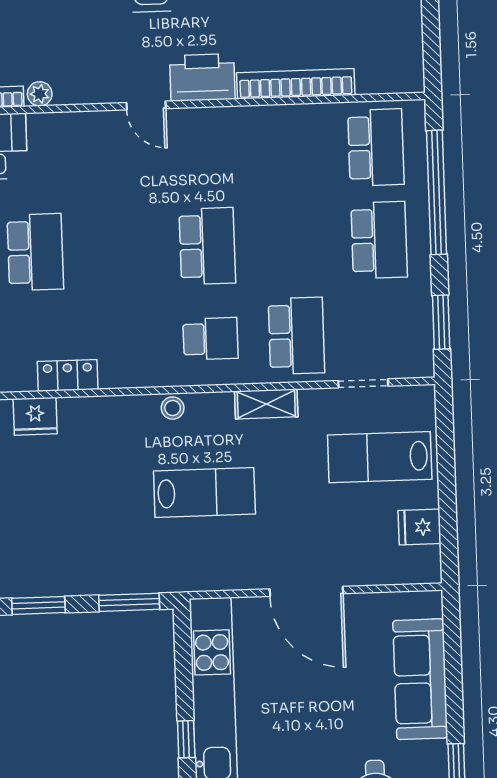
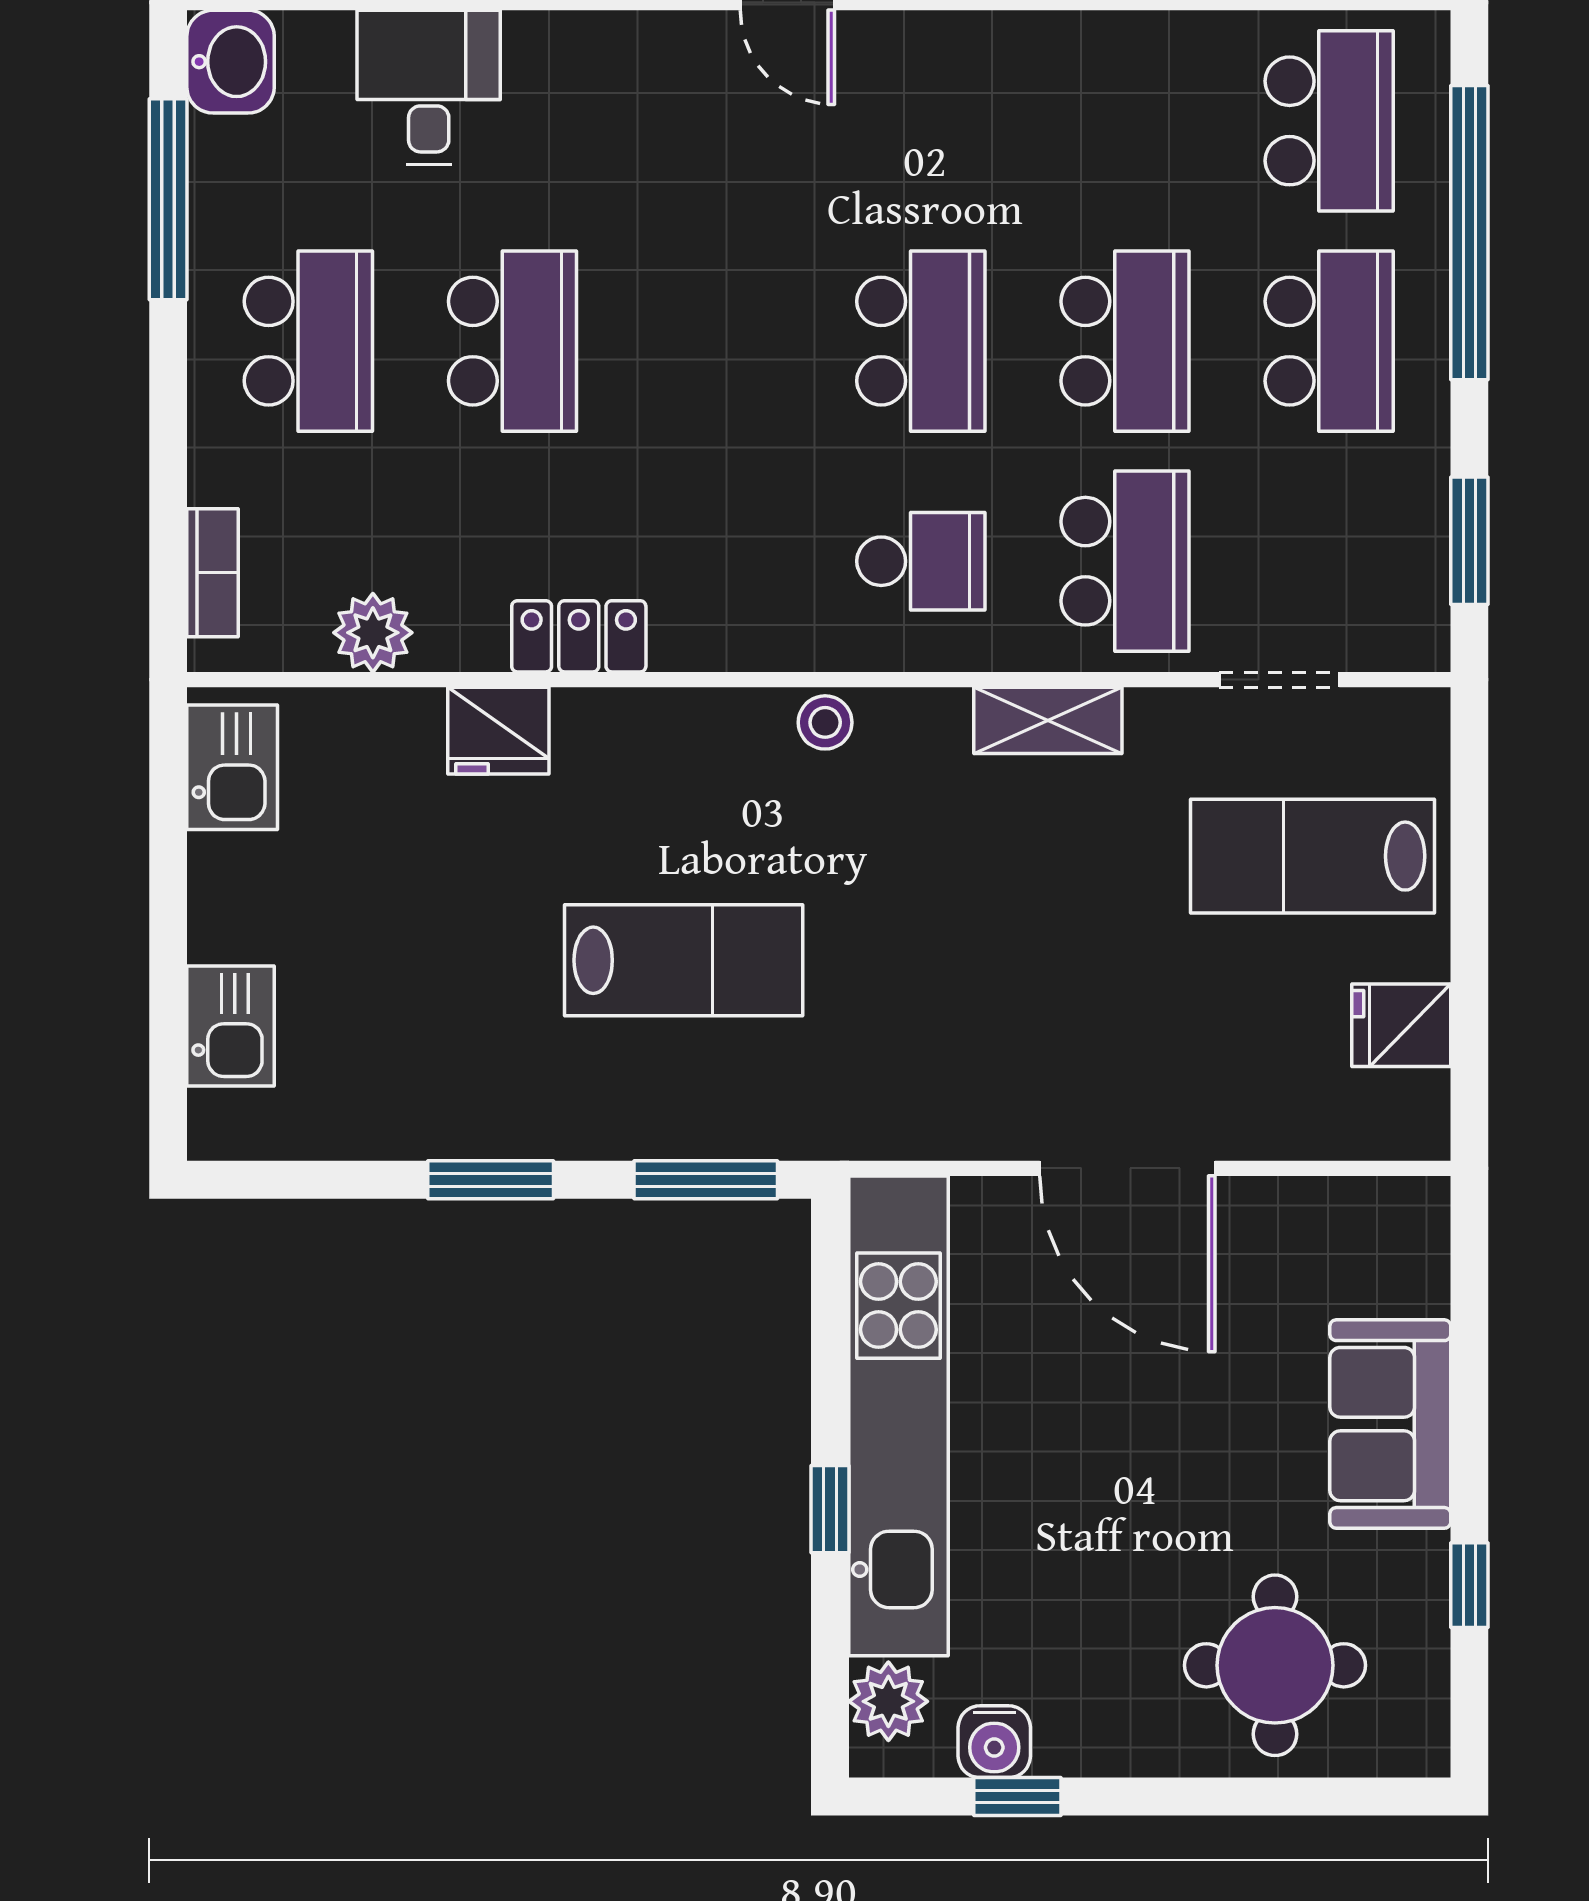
school desk: (293, 243) -> (1125, 341), added
lab bench: (204, 493) -> (684, 960), moved
sofa: (420, 679) -> (1390, 1424), width x0.73

